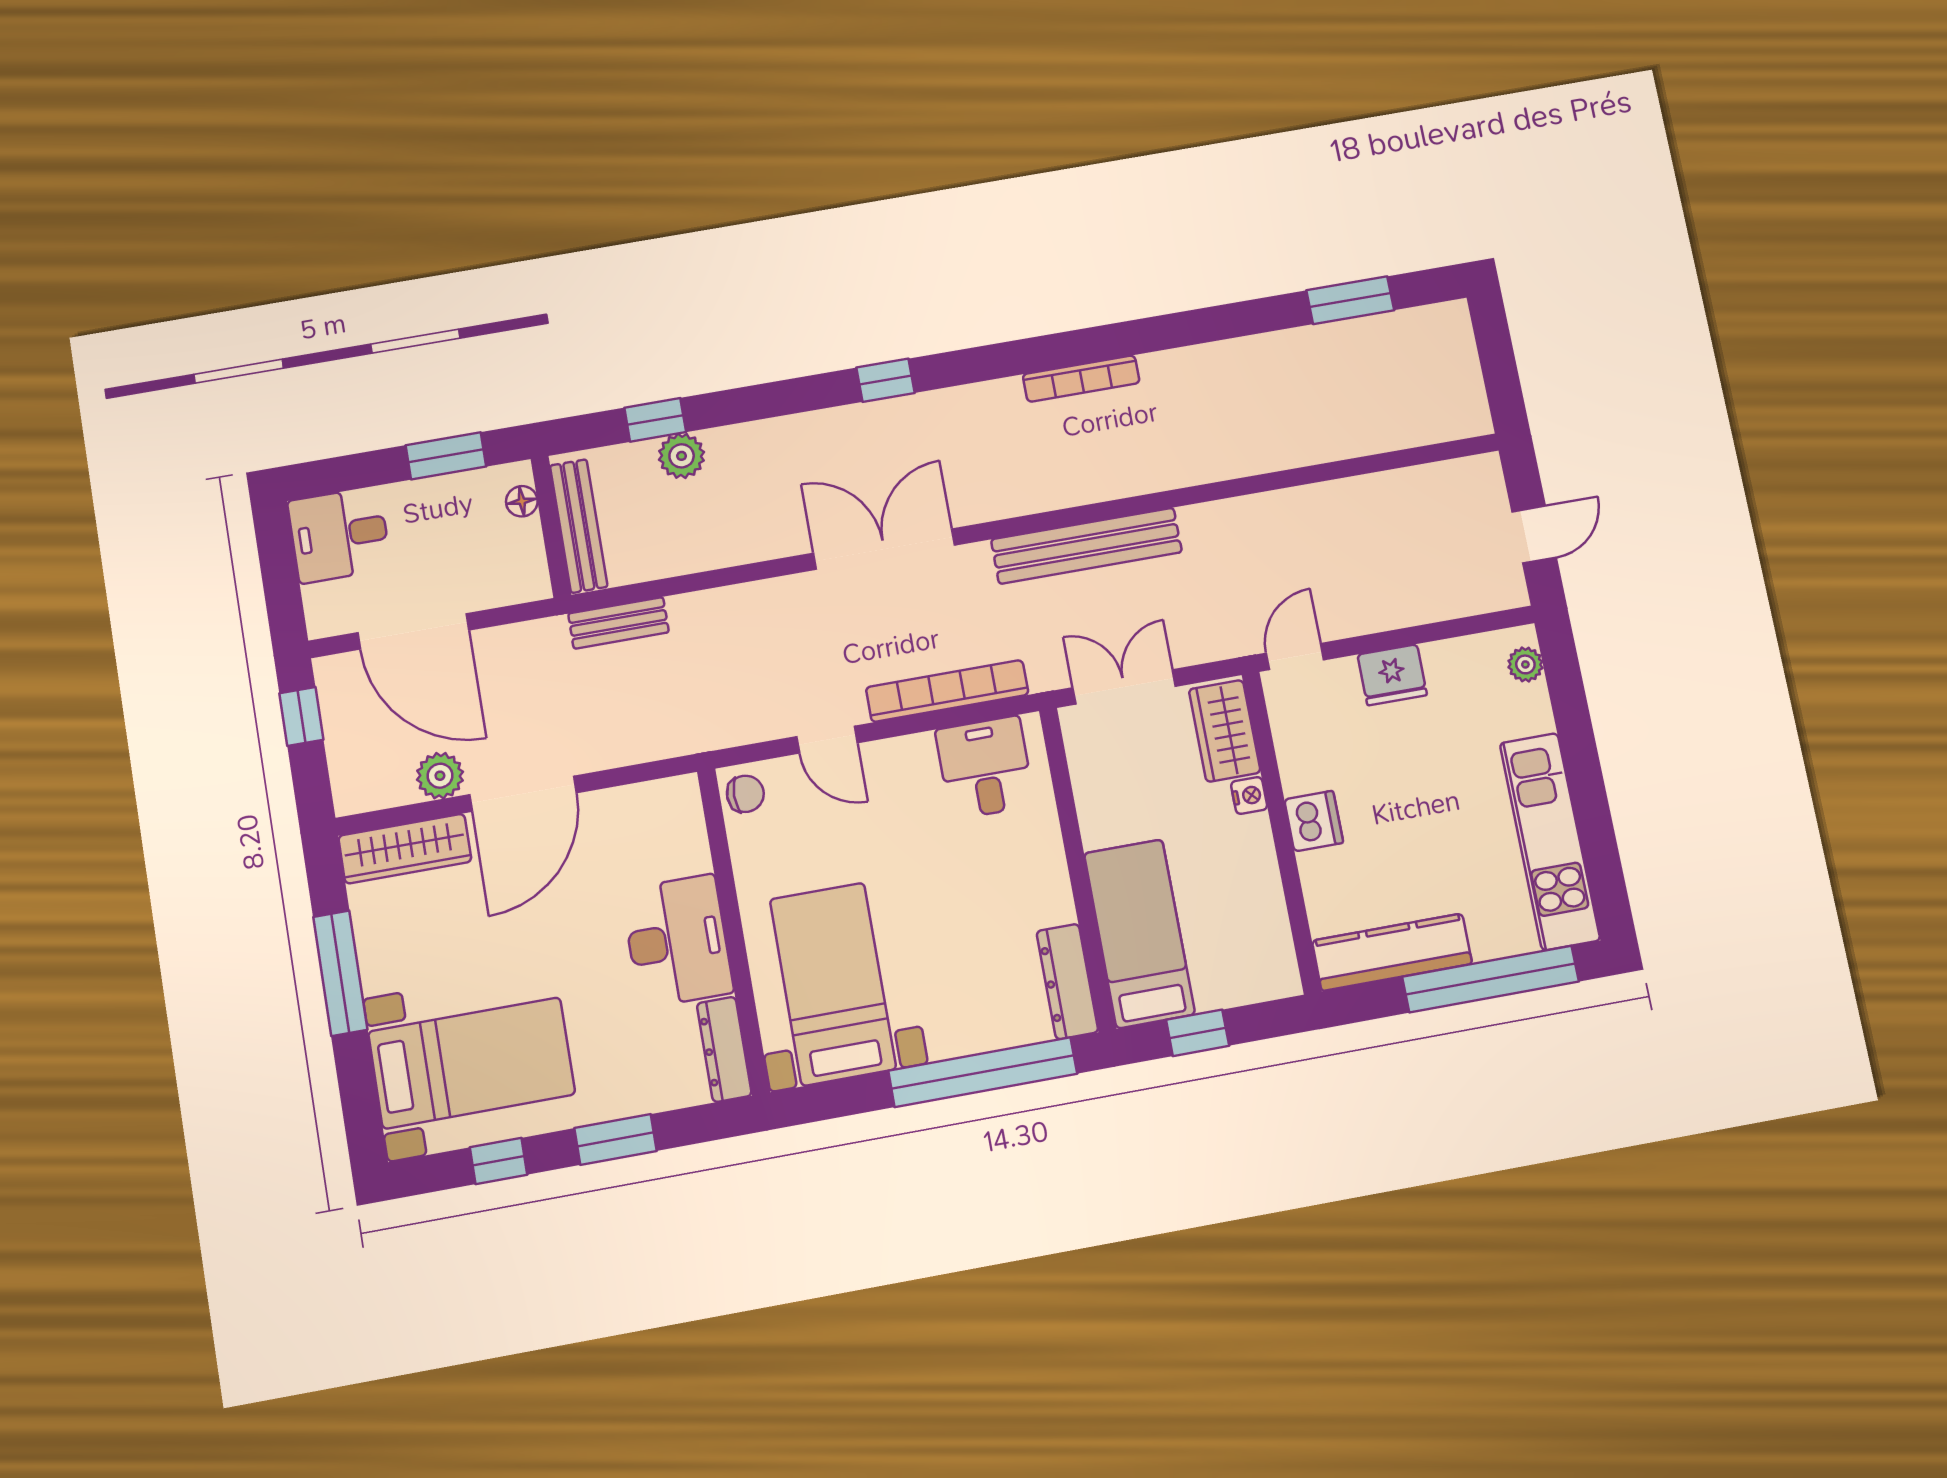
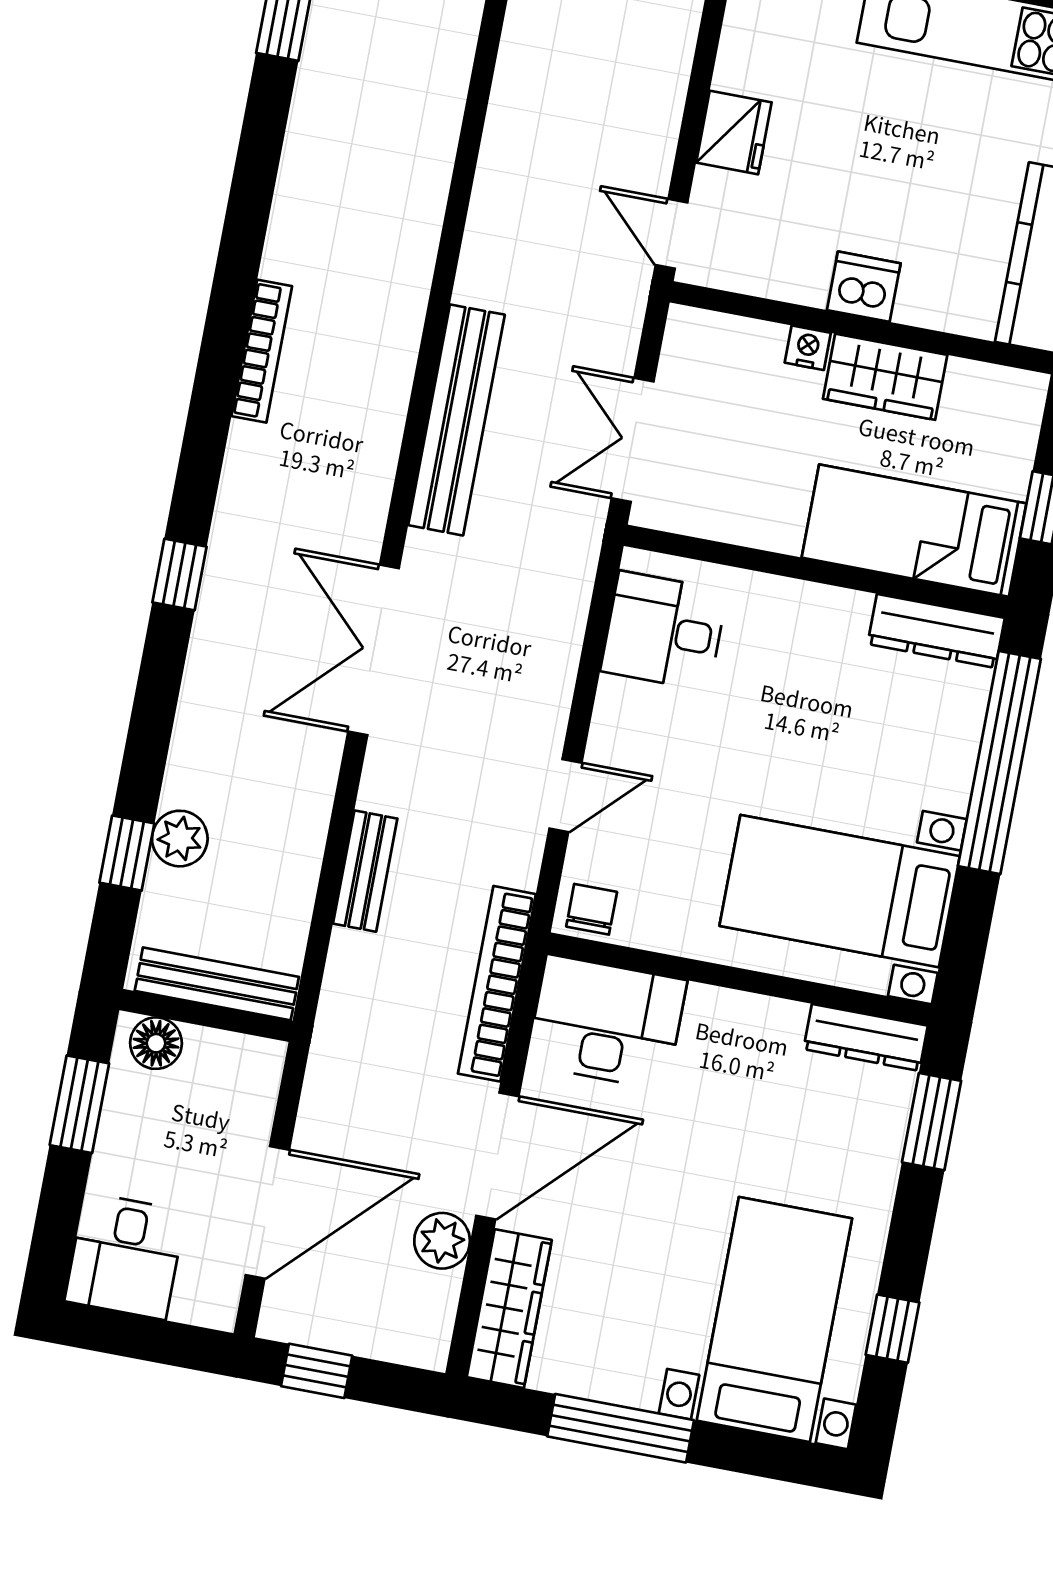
floor lamp: (522, 501) -> (156, 1043), width x1.37, depth x1.37
bench: (618, 623) -> (365, 871), moved
bookcase: (947, 691) -> (497, 984), moved
wardrobe: (1225, 731) -> (885, 377), moved
door: (523, 794) -> (497, 1156), hinge flipped
desk: (677, 941) -> (607, 1022), moved
window: (616, 1139) -> (932, 1122), moved

